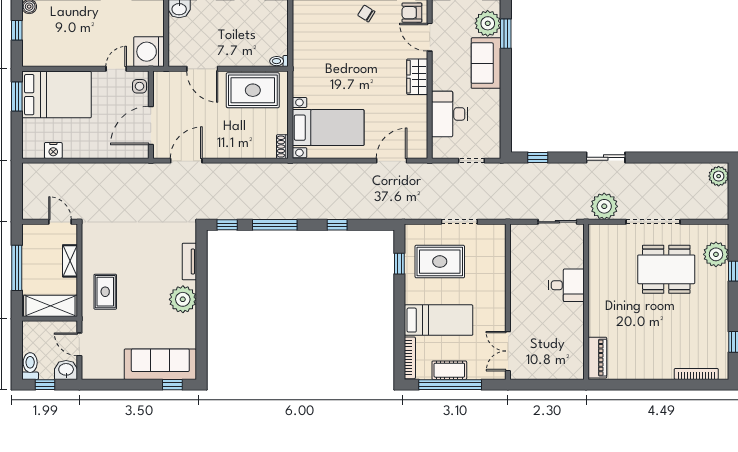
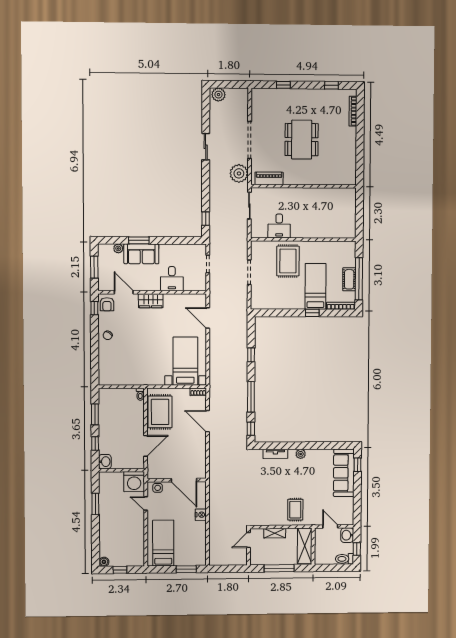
plant: (488, 23) -> (118, 248), width x0.53, depth x0.53
window: (506, 34) -> (139, 240), moved
door: (430, 37) -> (124, 292), swing flipped
bed: (57, 95) -> (163, 543), width x0.67
window: (17, 96) -> (186, 569), moved
desk: (450, 114) -> (172, 279), width x0.73
nightstand: (53, 150) -> (201, 515), moved
sliding door: (606, 157) -> (206, 147), moved
door: (186, 161) -> (208, 421), moved
plant: (716, 254) -> (272, 97), removed
rug: (440, 262) -> (288, 261), moved
window: (399, 264) -> (312, 313), moved
dining table: (666, 269) -> (302, 140), moved
desk: (566, 285) -> (279, 226), moved, turned 180
rug: (105, 292) -> (295, 510), turned 90
plant: (183, 299) -> (301, 454), width x0.53, depth x0.53
door: (79, 344) -> (330, 526), swing flipped
double door: (508, 351) -> (337, 240), removed
piano: (597, 358) -> (269, 178), moved

